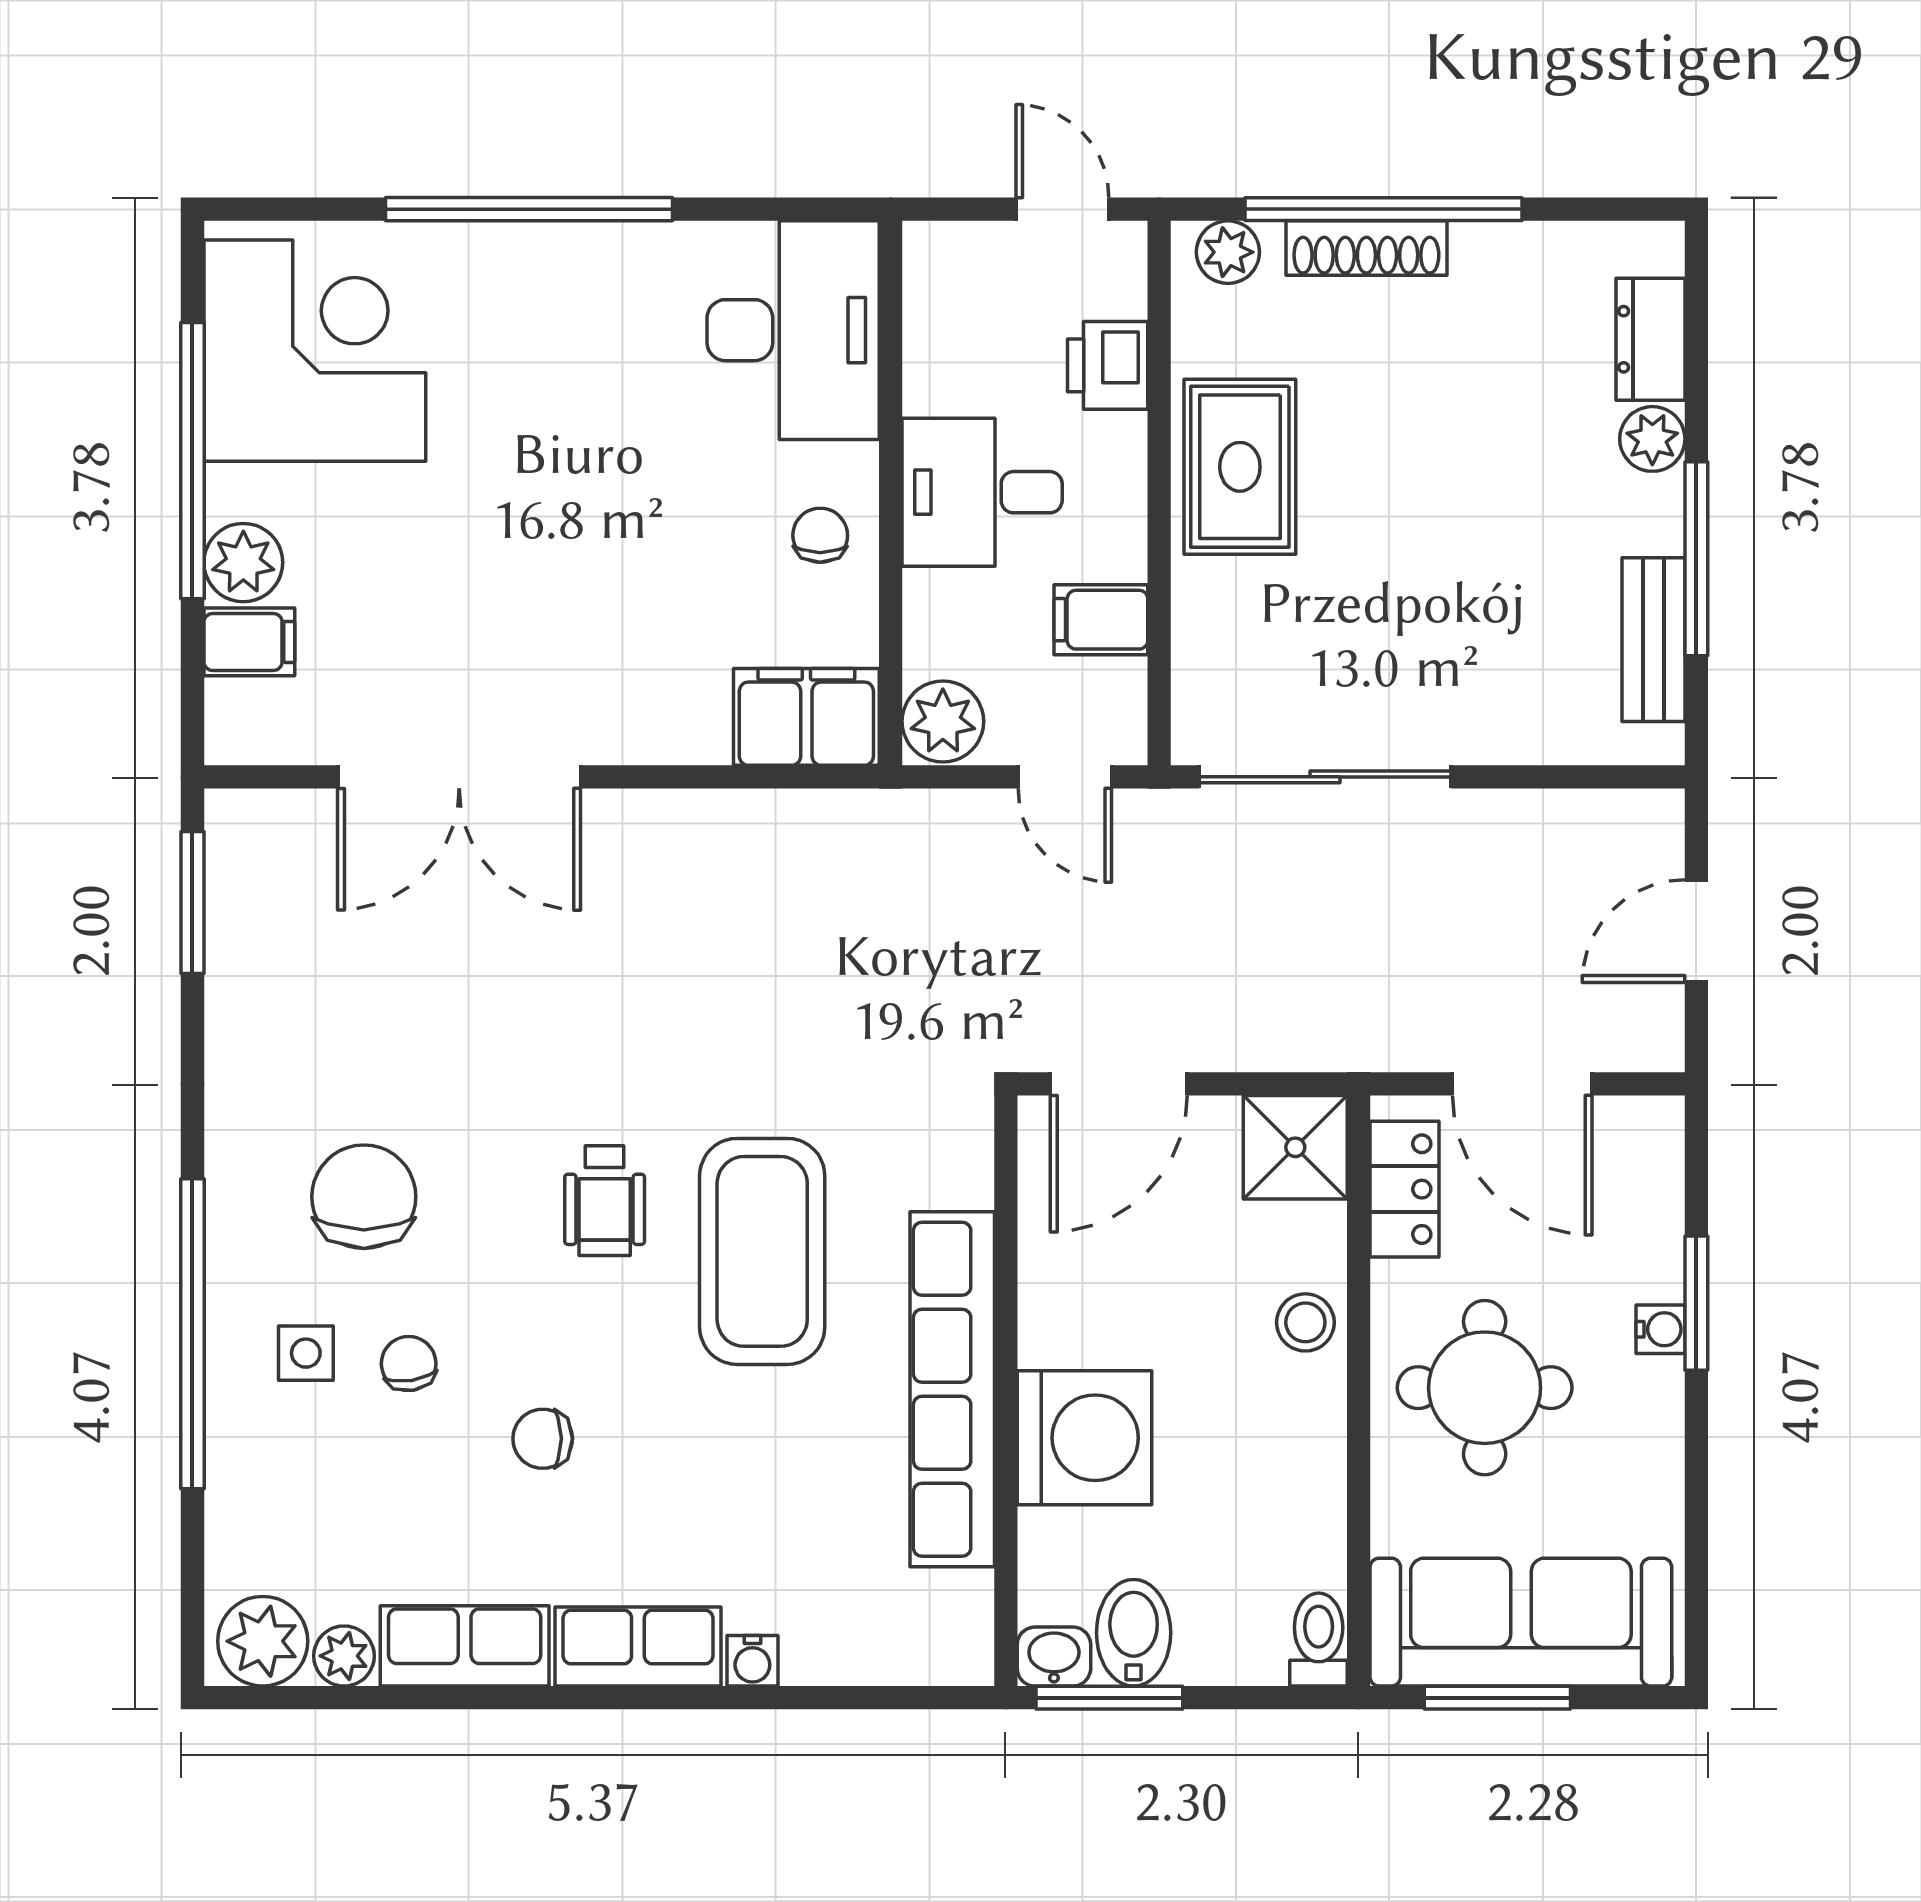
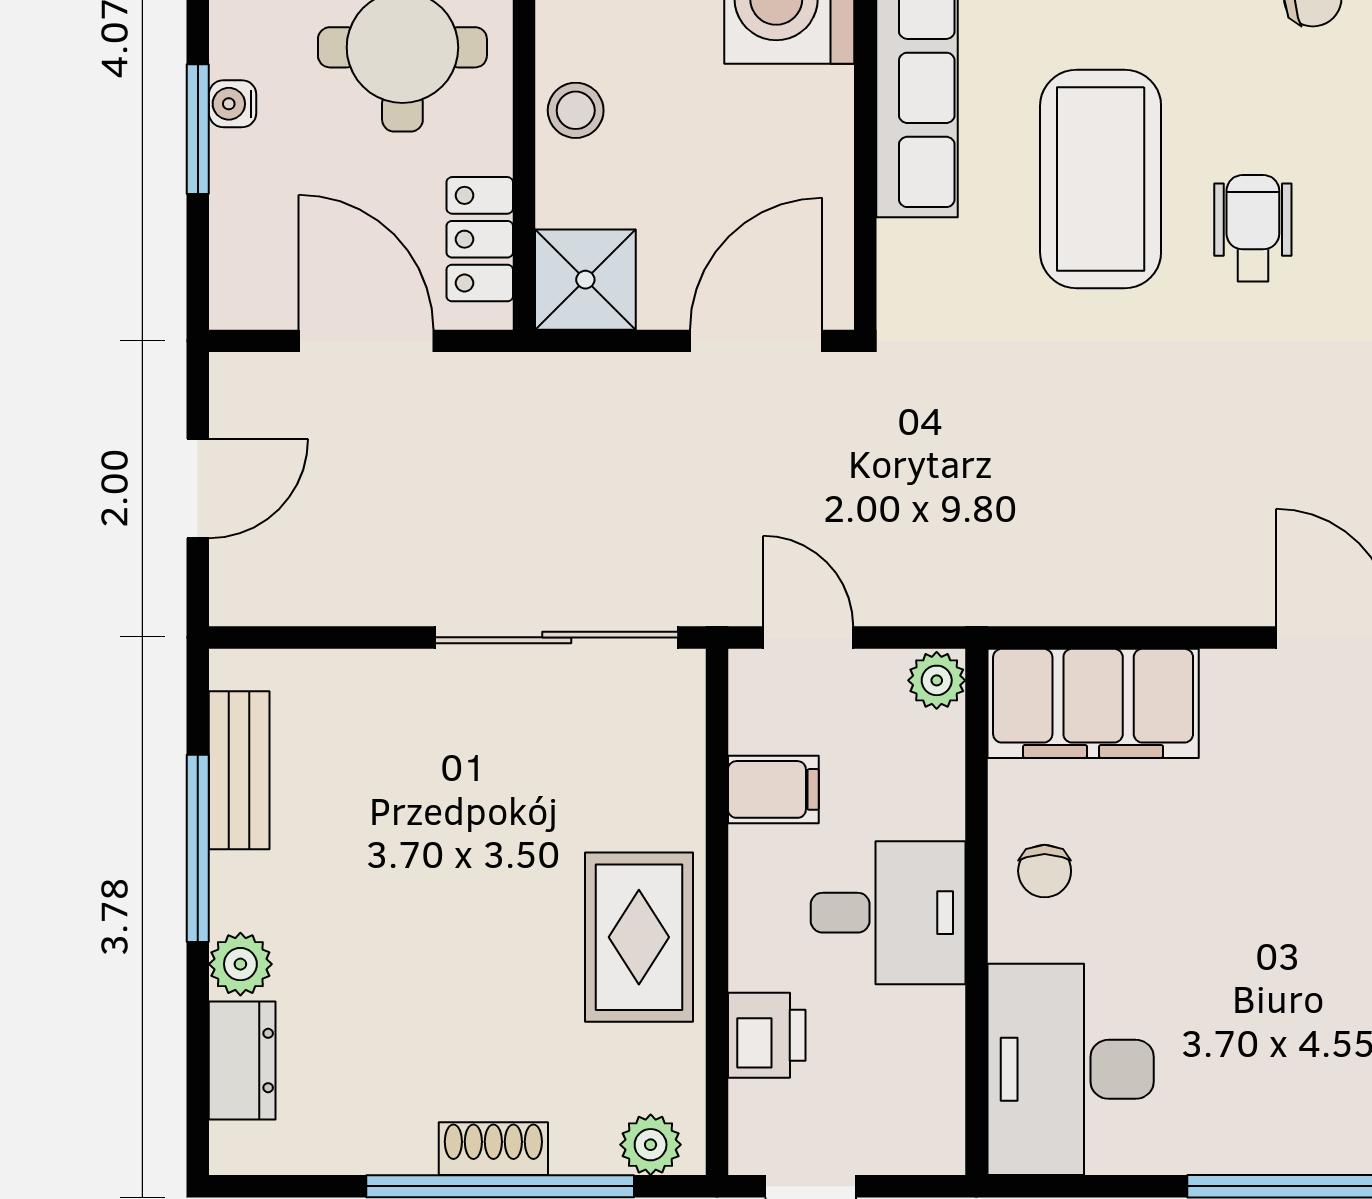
shoe rack: (1366, 248) -> (493, 1149), width x0.70
filing cabinet: (806, 717) -> (1093, 703), width x1.50, depth x1.17
plant: (943, 721) -> (937, 680), width x0.73, depth x0.73

